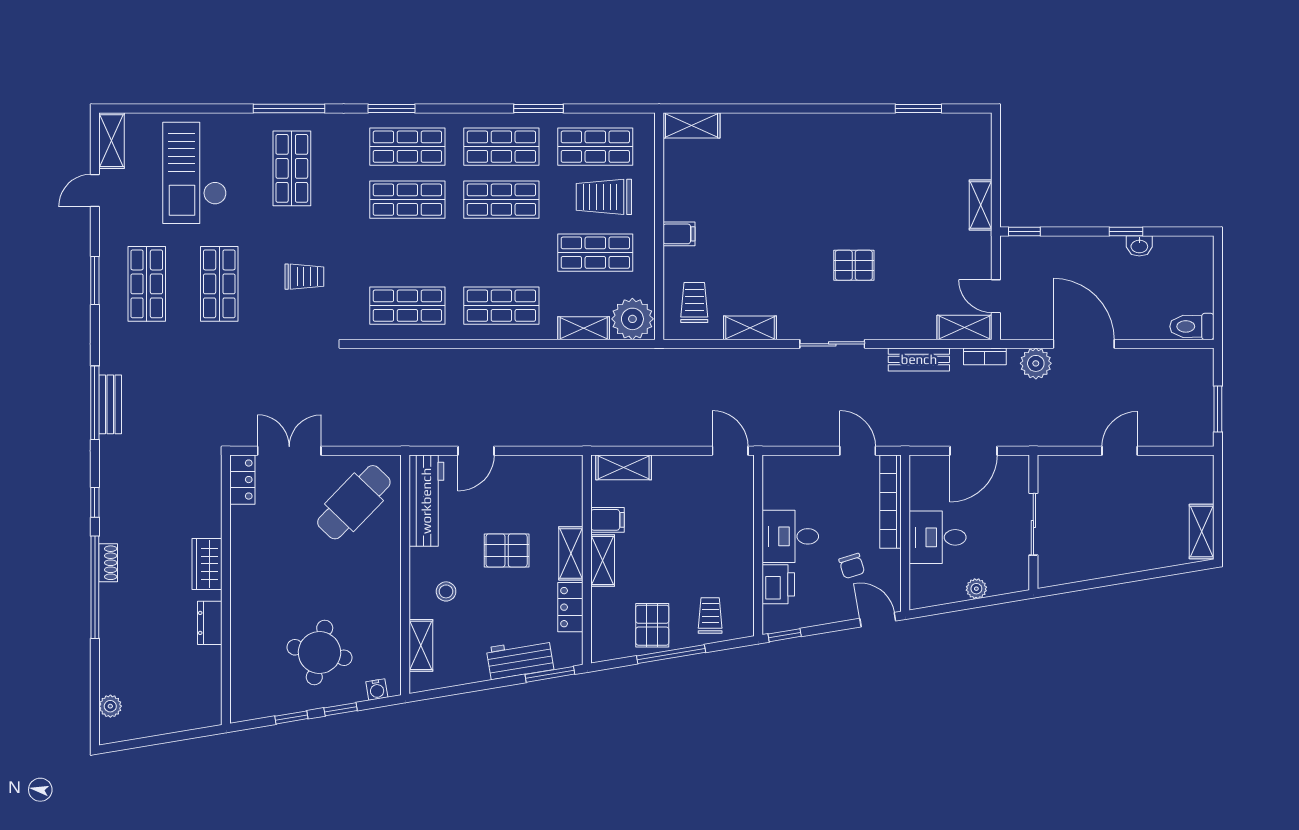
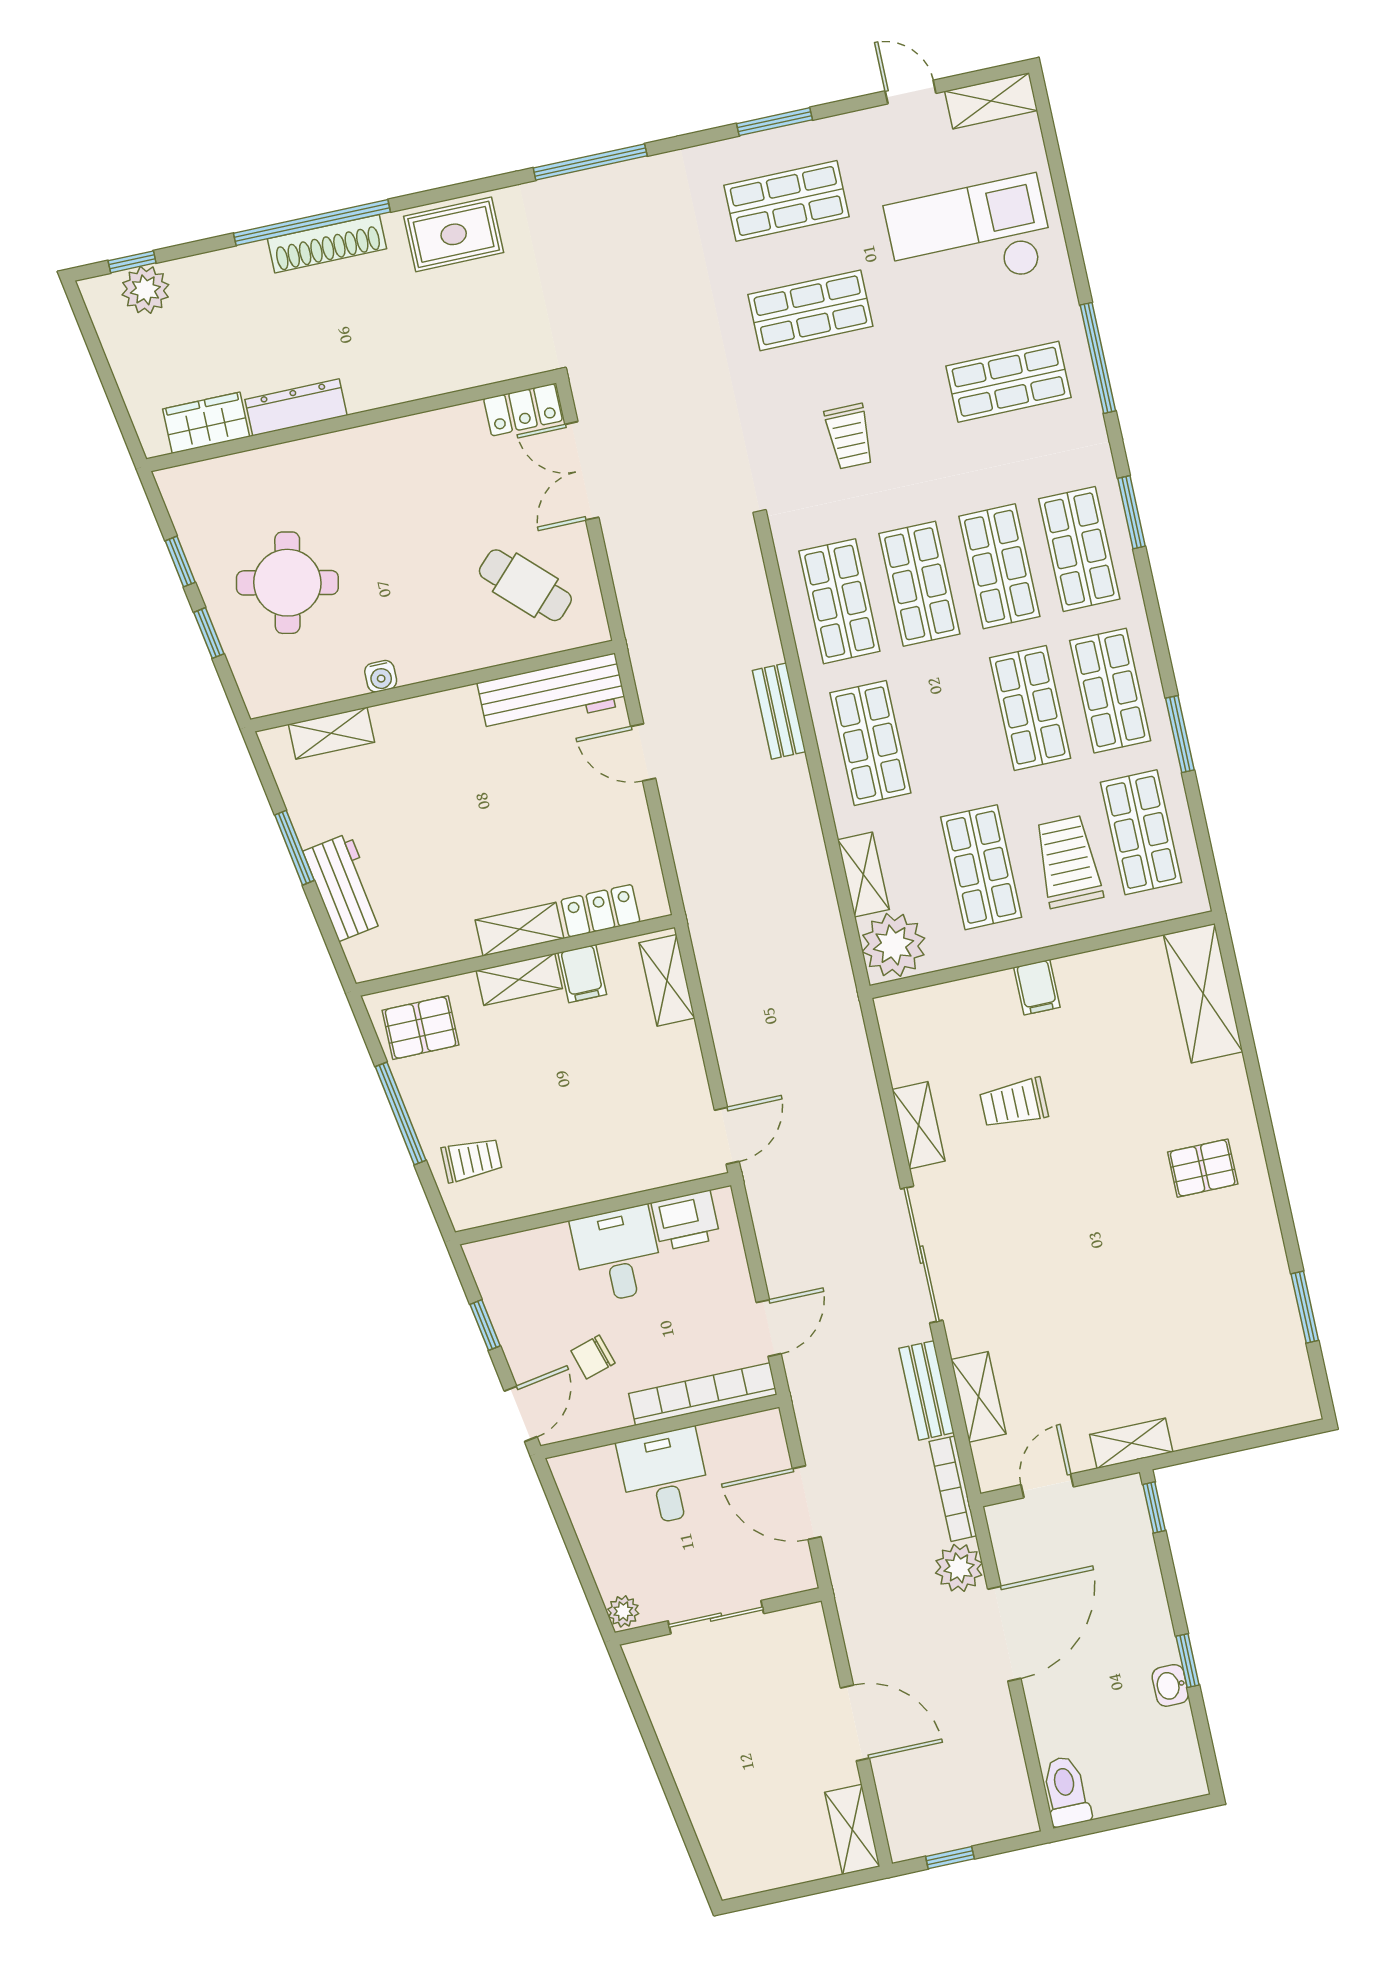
shelving: (691, 125) -> (1203, 993), width x1.50, depth x1.33
shelving: (981, 205) -> (1131, 1443), moved
shop shelf: (407, 253) -> (919, 584), added
pallet: (854, 265) -> (1203, 1168), moved, turned 90
trolley: (694, 303) -> (1014, 1103), moved, turned 180
shelving: (964, 327) -> (979, 1397), moved
sliding door: (832, 344) -> (922, 1255), width x1.37
bookcase: (985, 356) -> (953, 1489), width x1.56
bench: (110, 404) -> (779, 711), moved, turned 90
window: (1218, 409) -> (950, 1858), width x0.67
double door: (289, 451) -> (582, 471), swing flipped
door: (1120, 451) -> (855, 1723), width x1.38
rug: (122, 499) -> (454, 234), added
window: (95, 502) -> (132, 262), moved
cafe table: (354, 502) -> (525, 585), width x0.73, depth x0.74
shelving: (1202, 532) -> (852, 1829), moved, turned 90
pallet: (507, 550) -> (503, 831), removed
shoe rack: (108, 563) -> (327, 244), width x1.94, depth x1.24
wardrobe: (207, 564) -> (206, 423), moved
printer: (778, 584) -> (686, 1221), moved
plant: (976, 589) -> (623, 1611), moved
stool: (446, 591) -> (421, 753), removed
locker: (570, 607) -> (600, 911), moved
dresser: (210, 623) -> (296, 407), width x1.44
pallet: (652, 625) -> (421, 1028), moved
window: (785, 635) -> (485, 1325), moved
window: (550, 674) -> (294, 848), moved
water cooler: (377, 689) -> (381, 676), moved, turned -81
plant: (110, 706) -> (145, 290), width x1.38, depth x1.38

